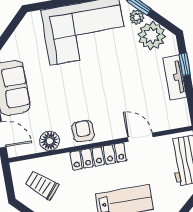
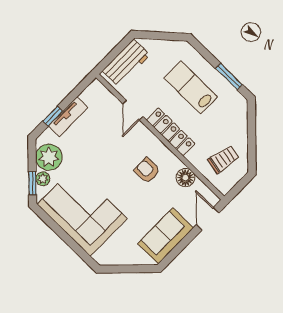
armchair: (83, 131) -> (147, 170), moved, turned 90
trolley: (42, 185) -> (224, 159), turned -118

